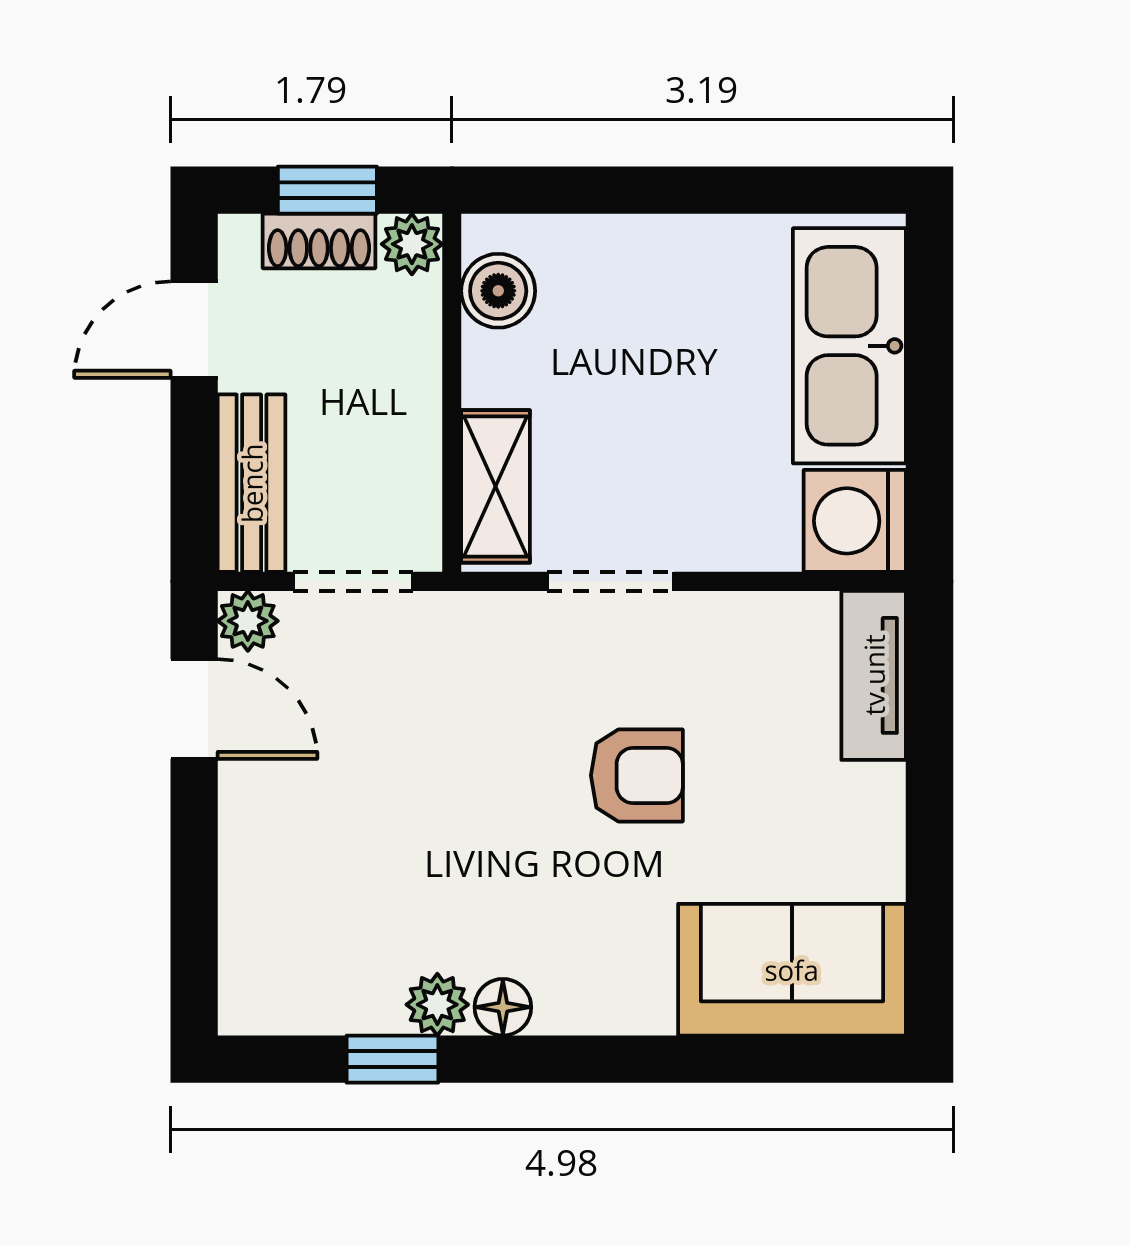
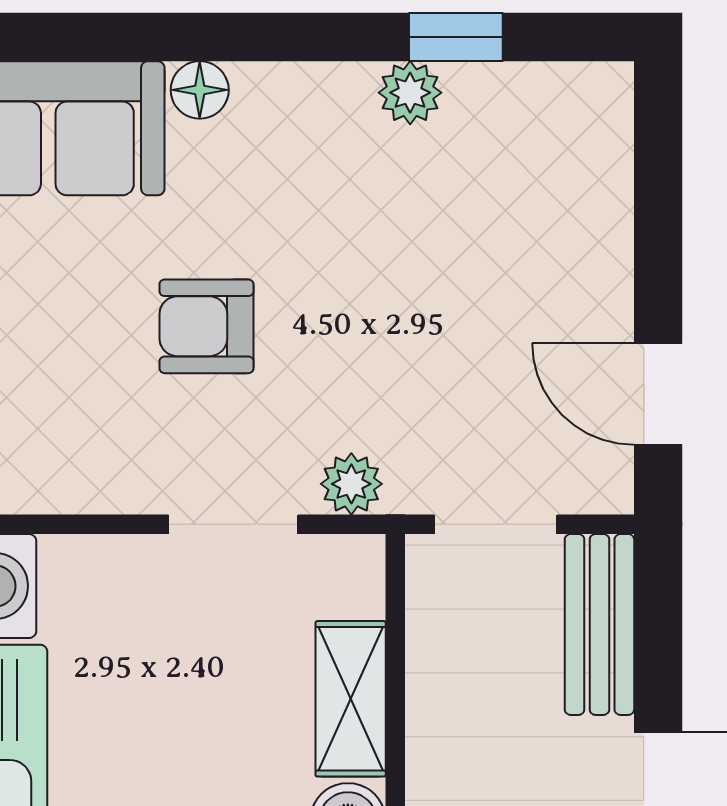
shelving: (496, 486) -> (351, 699), moved
plant: (248, 621) -> (351, 484), moved
floor lamp: (503, 1007) -> (200, 90), moved

